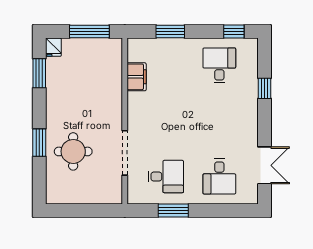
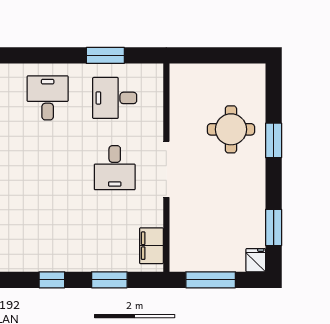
window: (234, 31) -> (52, 280), moved
desk: (219, 65) -> (115, 168), moved
filing cabinet: (137, 77) -> (151, 246), moved
doorway: (125, 153) -> (166, 169), moved

